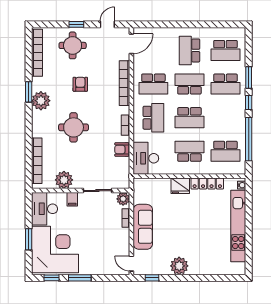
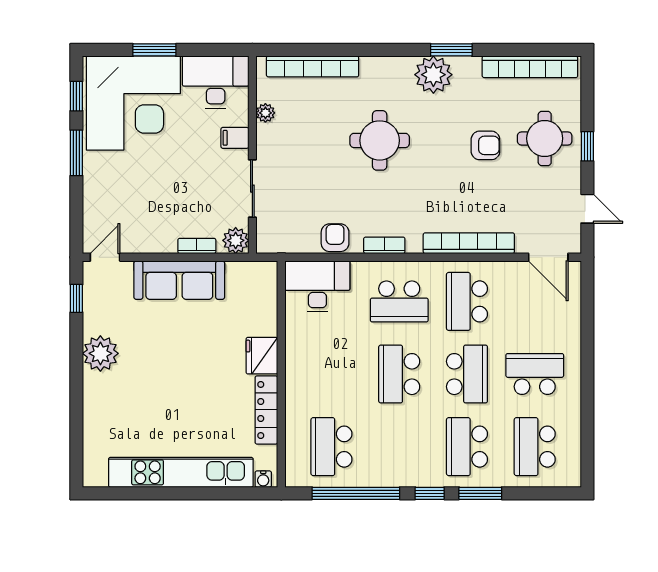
armchair: (80, 84) -> (485, 145), moved
school desk: (189, 151) -> (331, 374), removed
plant: (64, 180) -> (265, 113), width x0.53, depth x0.53

